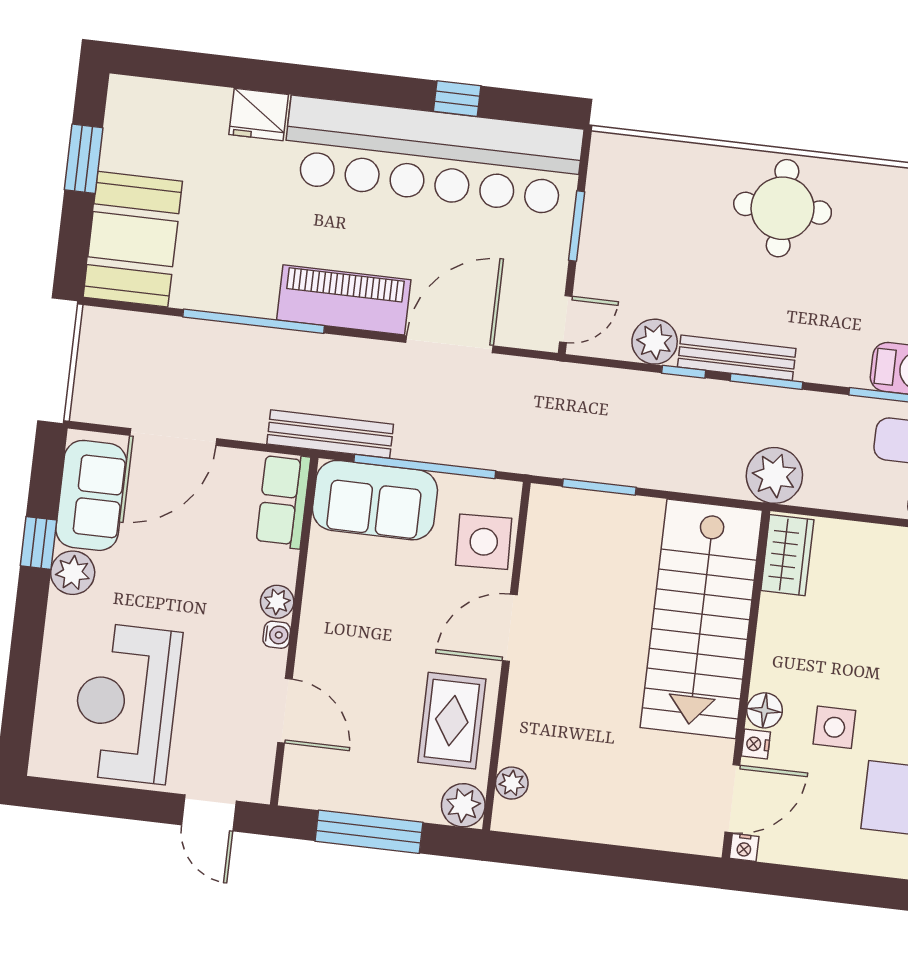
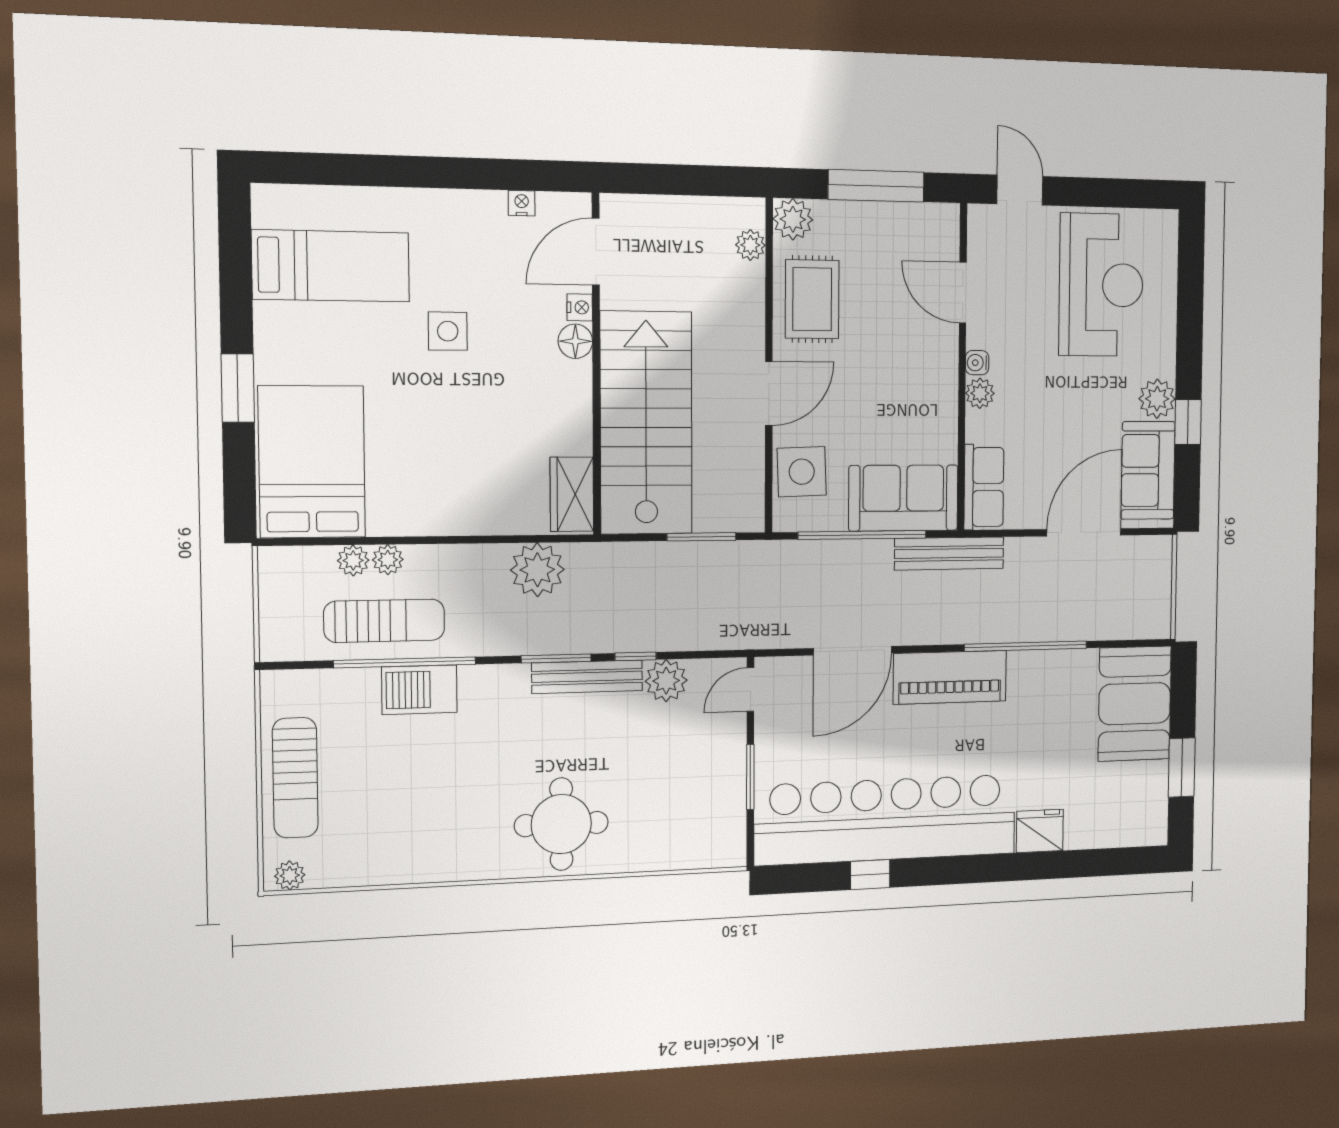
wardrobe: (787, 555) -> (572, 494), moved
stairs: (701, 619) -> (646, 423), moved
wall: (746, 684) -> (596, 365), moved
floor lamp: (765, 710) -> (575, 341), moved
nightstand: (756, 744) -> (580, 307), moved
door: (732, 799) -> (596, 252), moved

